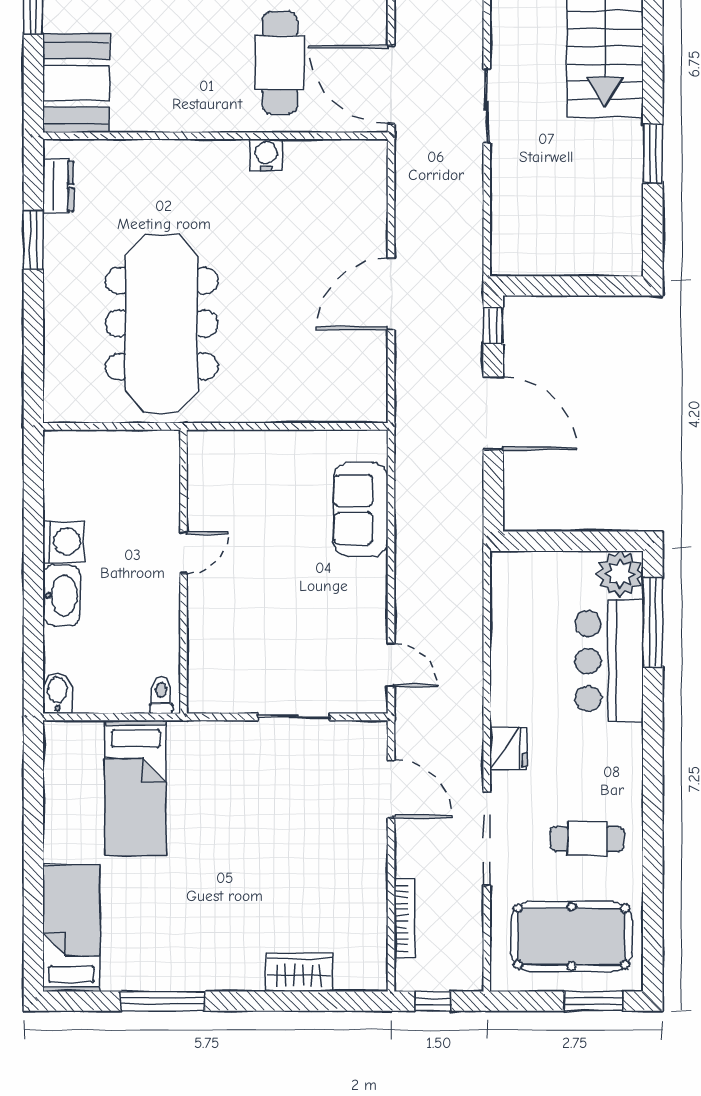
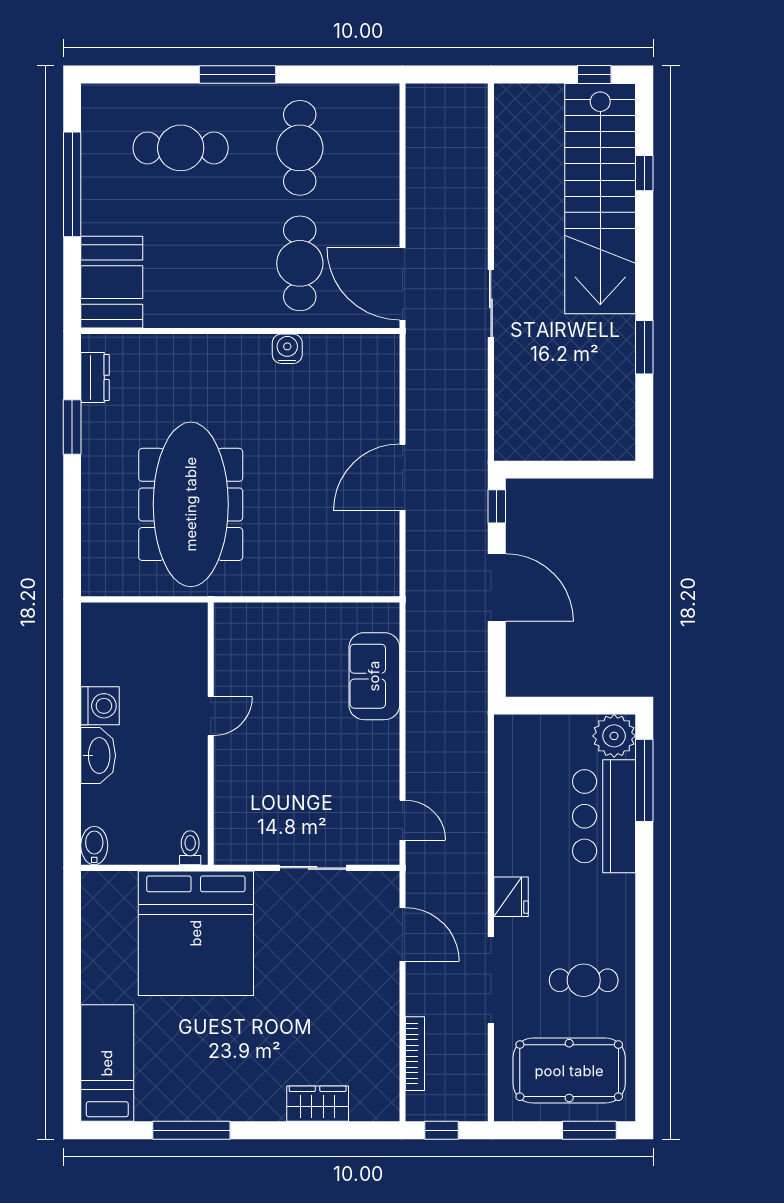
bed: (136, 788) -> (196, 933), width x2.04

